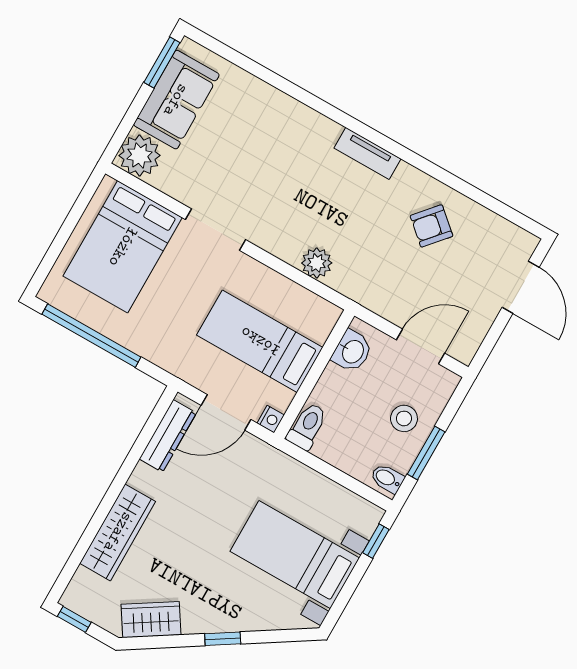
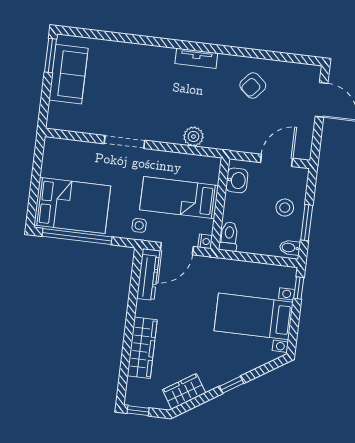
plant: (140, 155) -> (61, 117), removed
bed: (123, 247) -> (72, 205), moved, turned -90
side table: (186, 357) -> (139, 225), added

